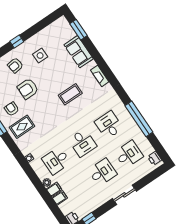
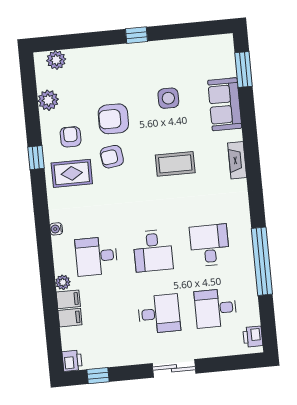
side table: (40, 55) -> (168, 98), moved
armchair: (15, 65) -> (112, 157), moved
desk: (129, 154) -> (216, 308), turned 180

